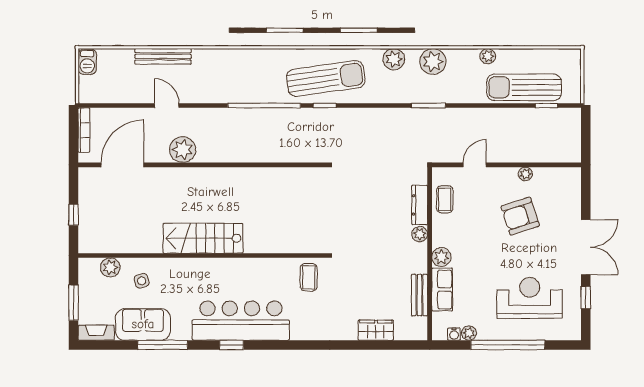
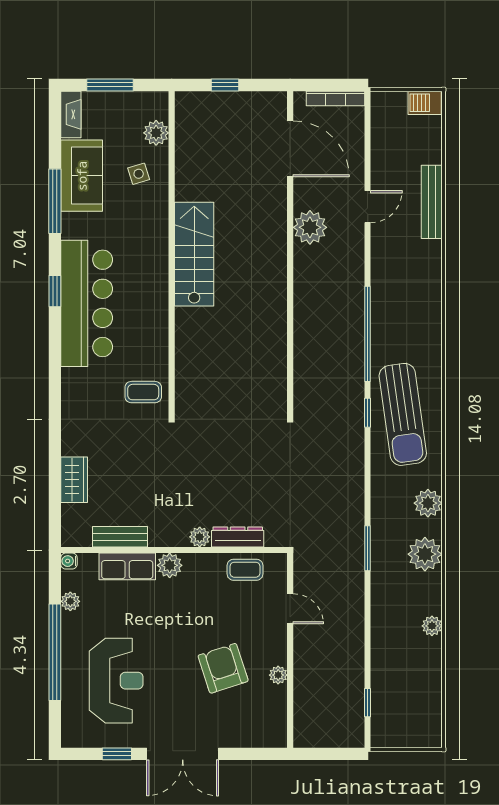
sun lounger: (524, 87) -> (391, 673), removed
water cooler: (454, 334) -> (69, 561), moved

